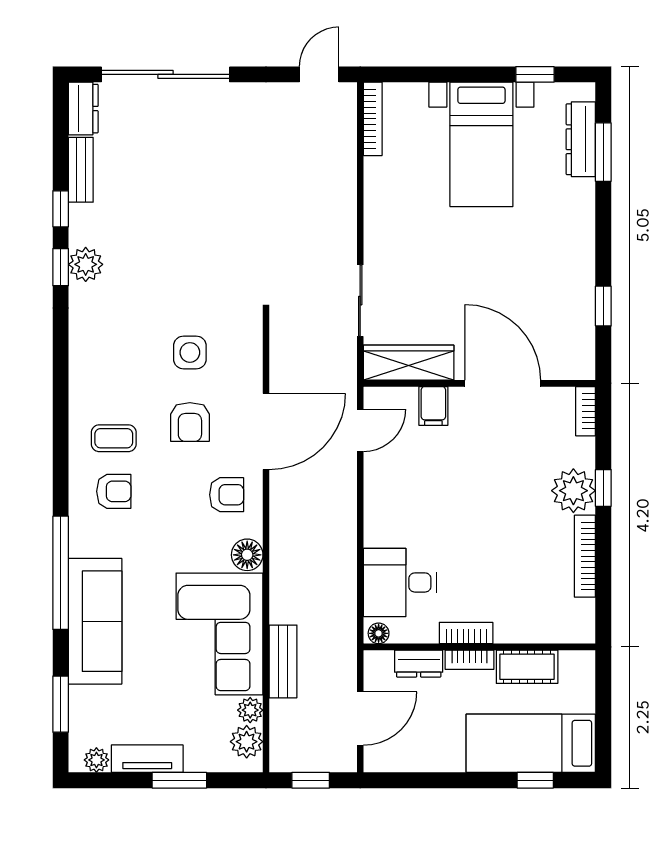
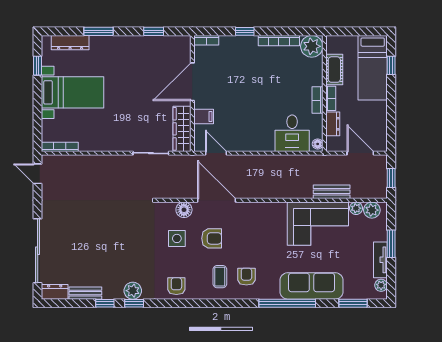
window: (603, 152) -> (99, 31), moved
plant: (573, 491) -> (312, 46), moved
armchair: (227, 495) -> (176, 286), moved
floor lamp: (247, 555) -> (184, 210), moved

